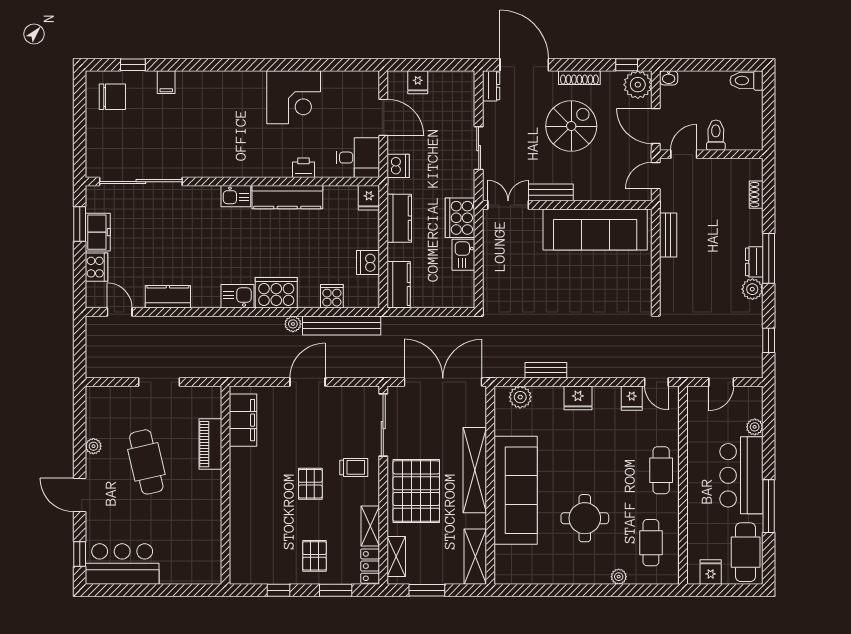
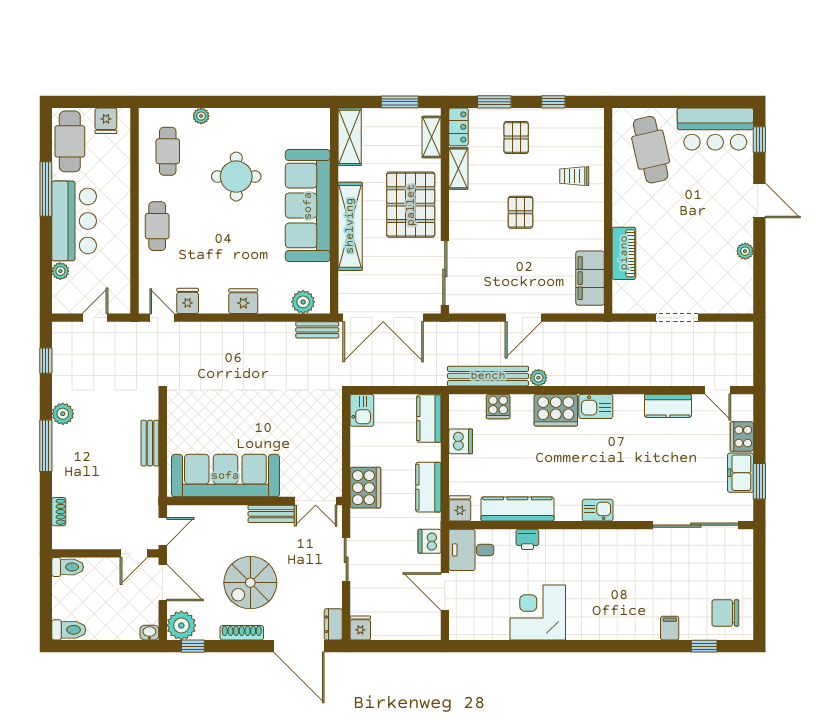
fridge: (418, 82) -> (360, 628), moved
toilet: (716, 135) -> (68, 567), moved, turned -90
kitchen counter: (287, 197) -> (517, 509), moved
bench: (668, 235) -> (150, 443), moved
kitchen sink: (463, 255) -> (362, 410), moved
dresser: (754, 262) -> (61, 442), removed
bench: (546, 370) -> (317, 330), moved
cafe table: (146, 462) -> (651, 150), moved
trolley: (354, 467) -> (574, 176), moved

